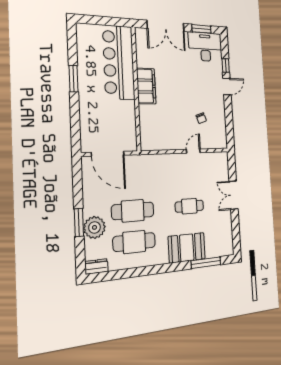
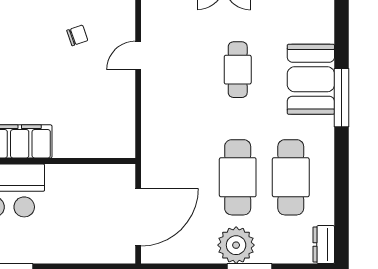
door: (193, 151) -> (138, 56), hinge flipped
plant: (94, 227) -> (236, 245), moved
window: (206, 263) -> (342, 98), moved

